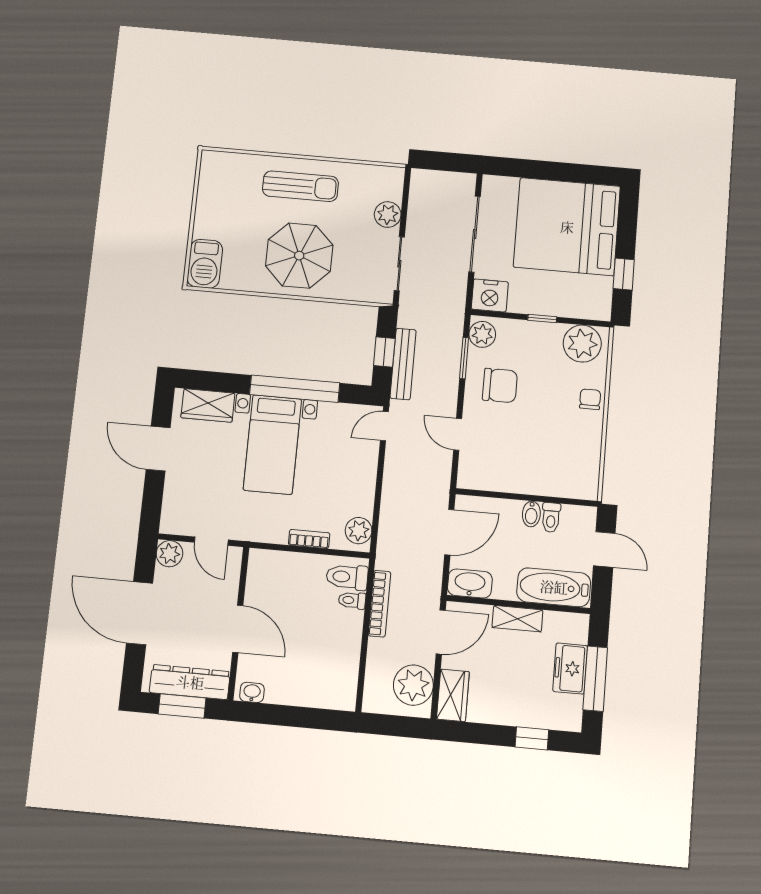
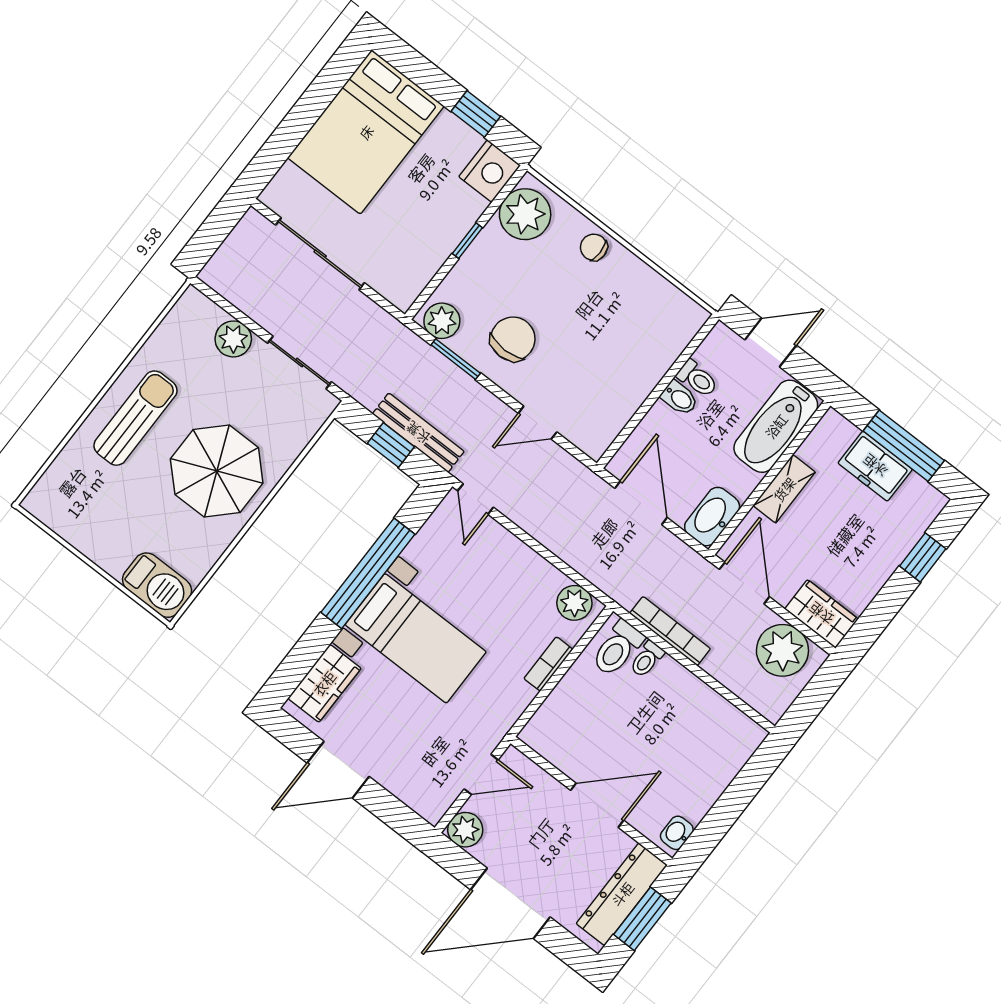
bed: (567, 227) -> (366, 132), width x0.73
nightstand: (490, 296) -> (490, 171), moved

